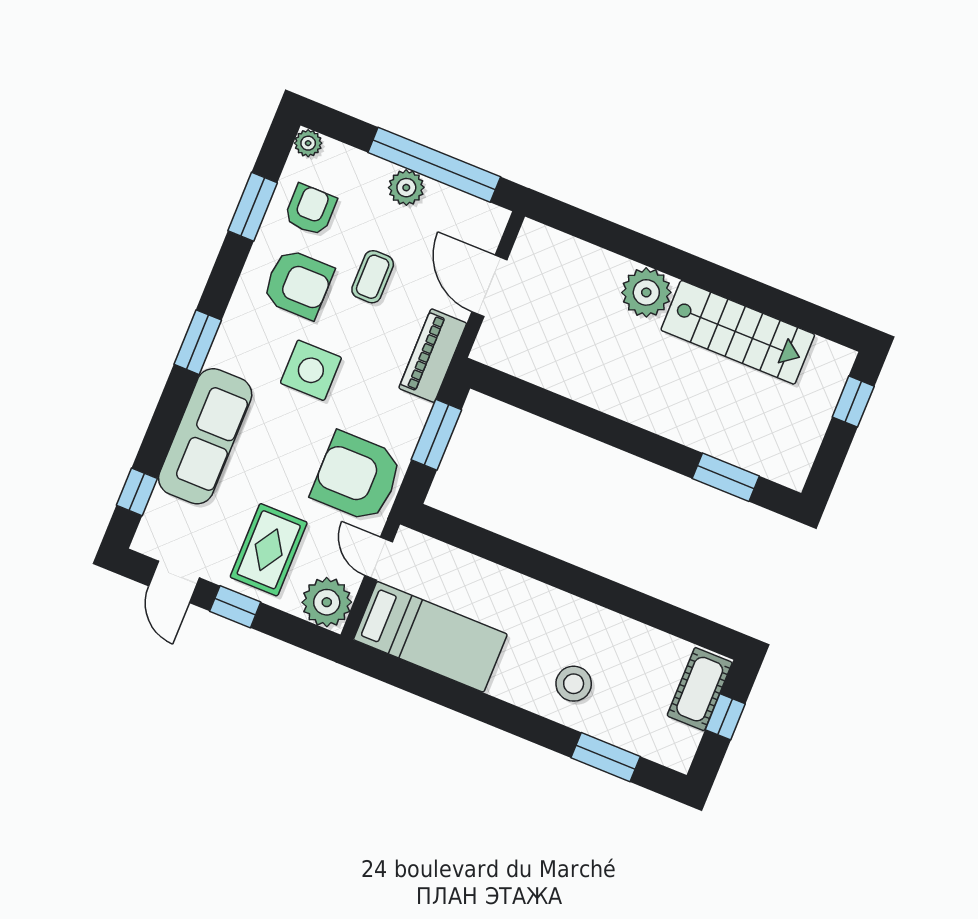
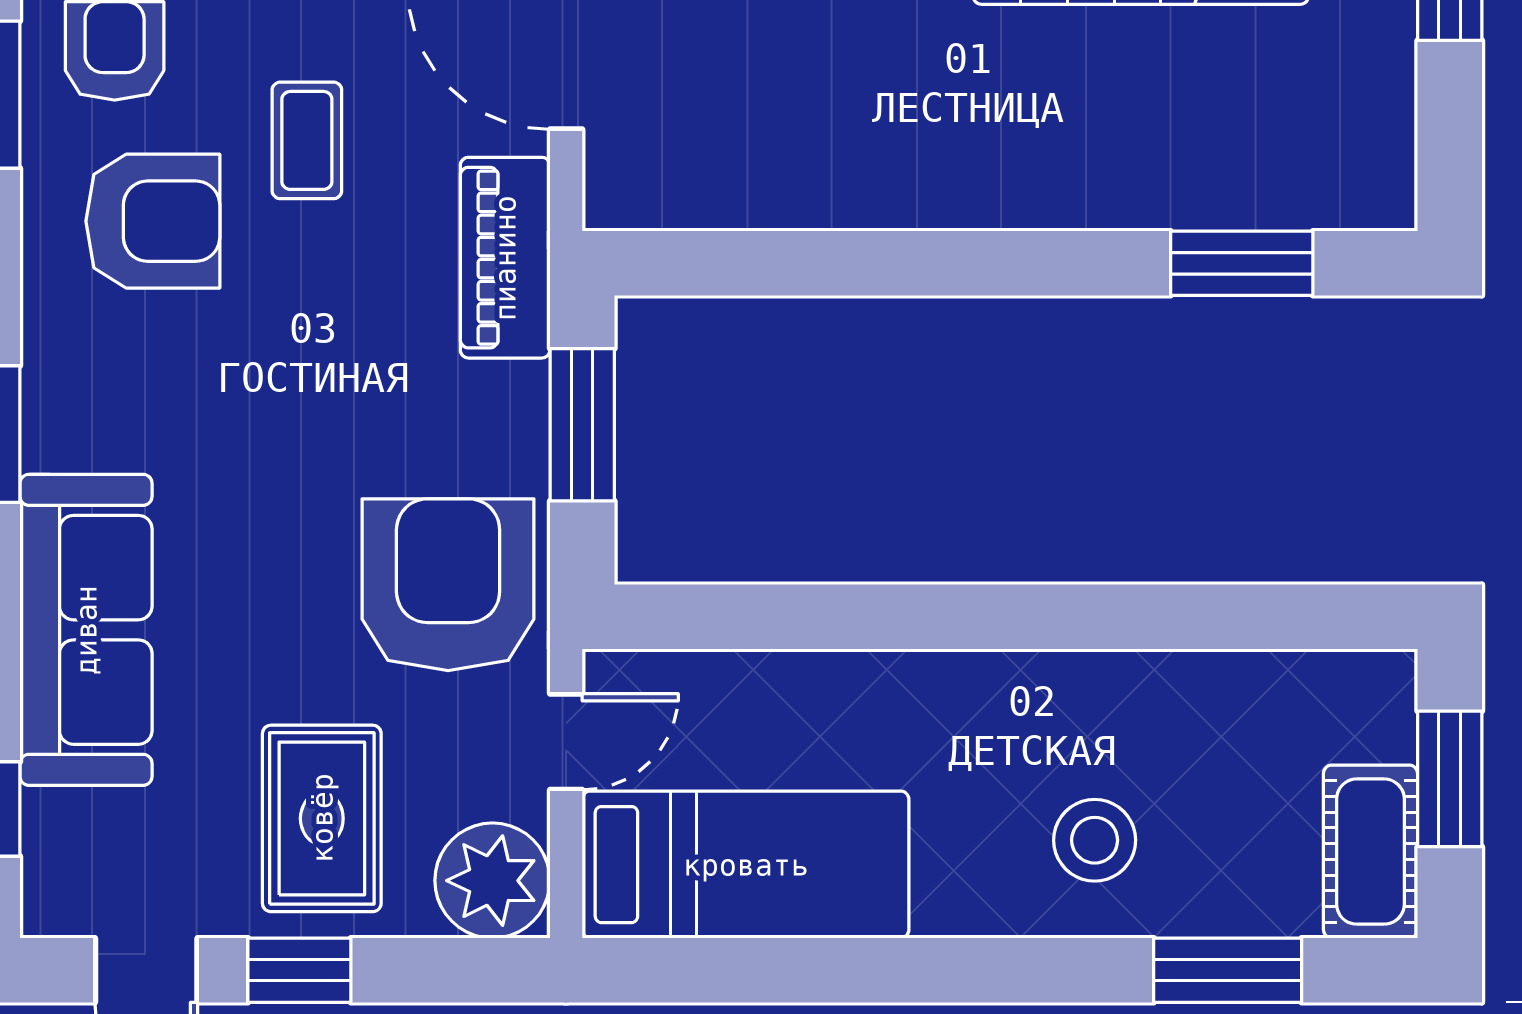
side table: (311, 370) -> (256, 395), removed
armchair: (357, 477) -> (448, 585), turned 90
door: (379, 559) -> (566, 742), swing flipped
cot: (700, 689) -> (1370, 852), moved
window: (725, 717) -> (1450, 779), width x1.50

